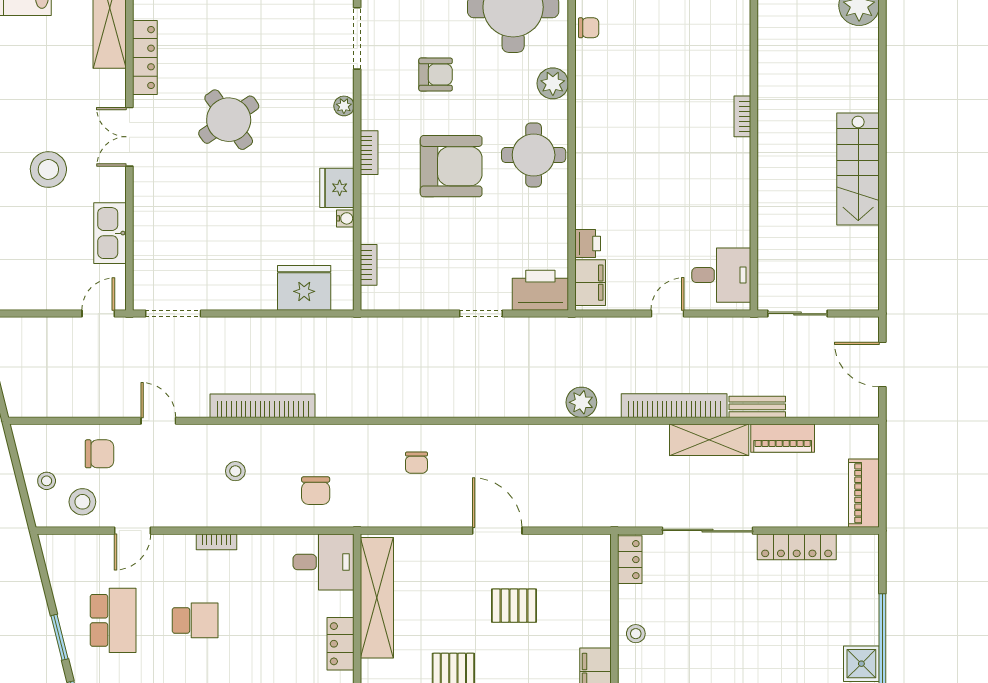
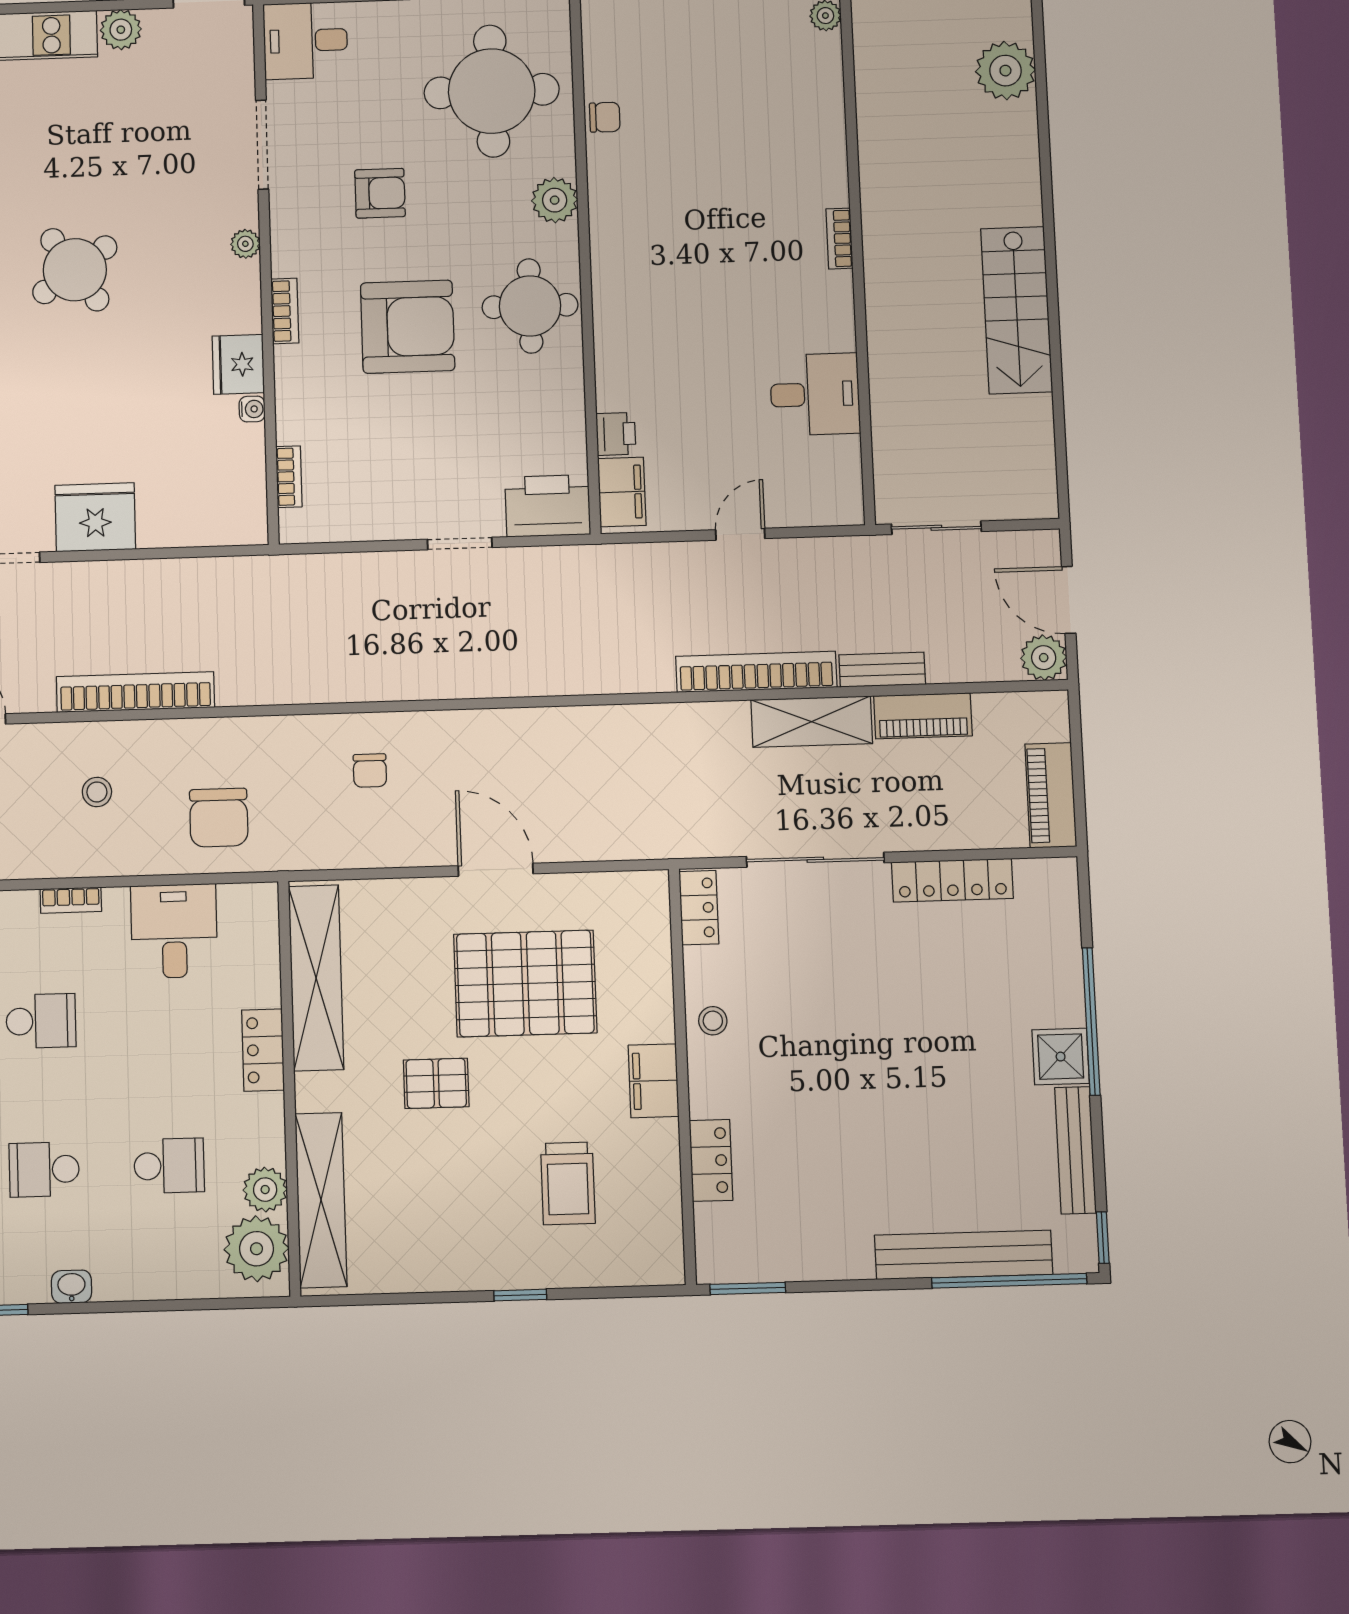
desk: (721, 275) -> (815, 394), moved
fridge: (304, 288) -> (95, 517), moved
plant: (581, 402) -> (1044, 658), moved
chair: (316, 491) -> (219, 818), width x1.37, depth x1.37
desk: (324, 562) -> (174, 931), moved, turned -90
pallet: (514, 606) -> (525, 983), width x2.05, depth x2.00

